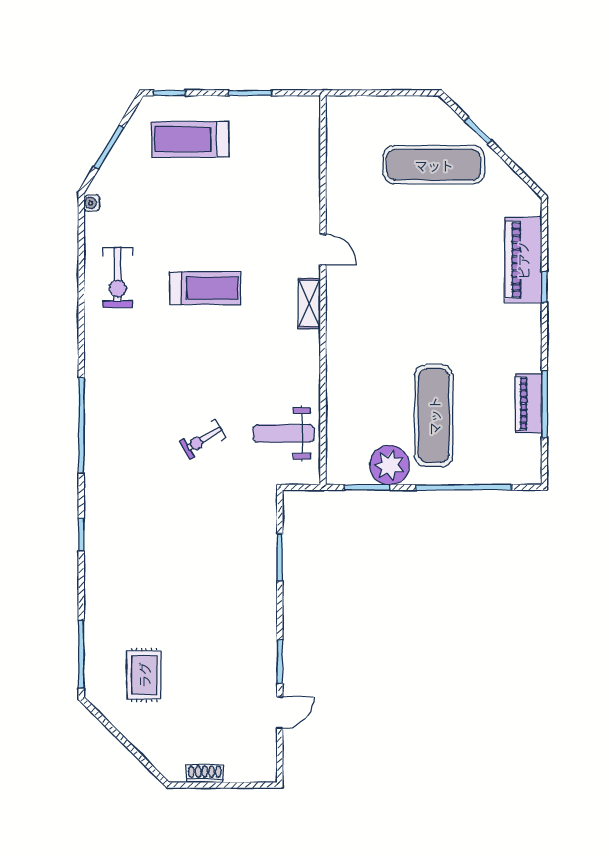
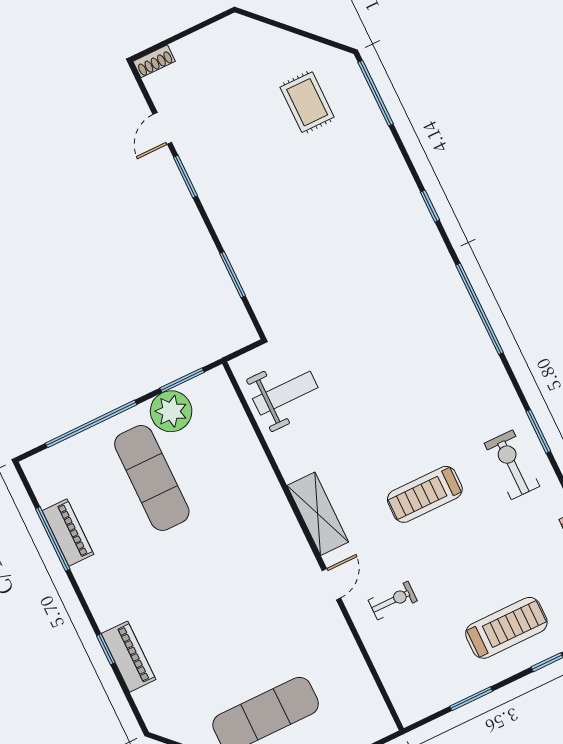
door: (323, 250) -> (331, 584), swing flipped
piano: (523, 260) -> (129, 657), width x0.73, depth x0.75
window: (81, 295) -> (538, 431), added
shelving: (309, 303) -> (318, 514), width x1.50, depth x1.33
exercise bike: (203, 439) -> (393, 601), moved, turned 31
shoe rack: (205, 774) -> (154, 61), moved

